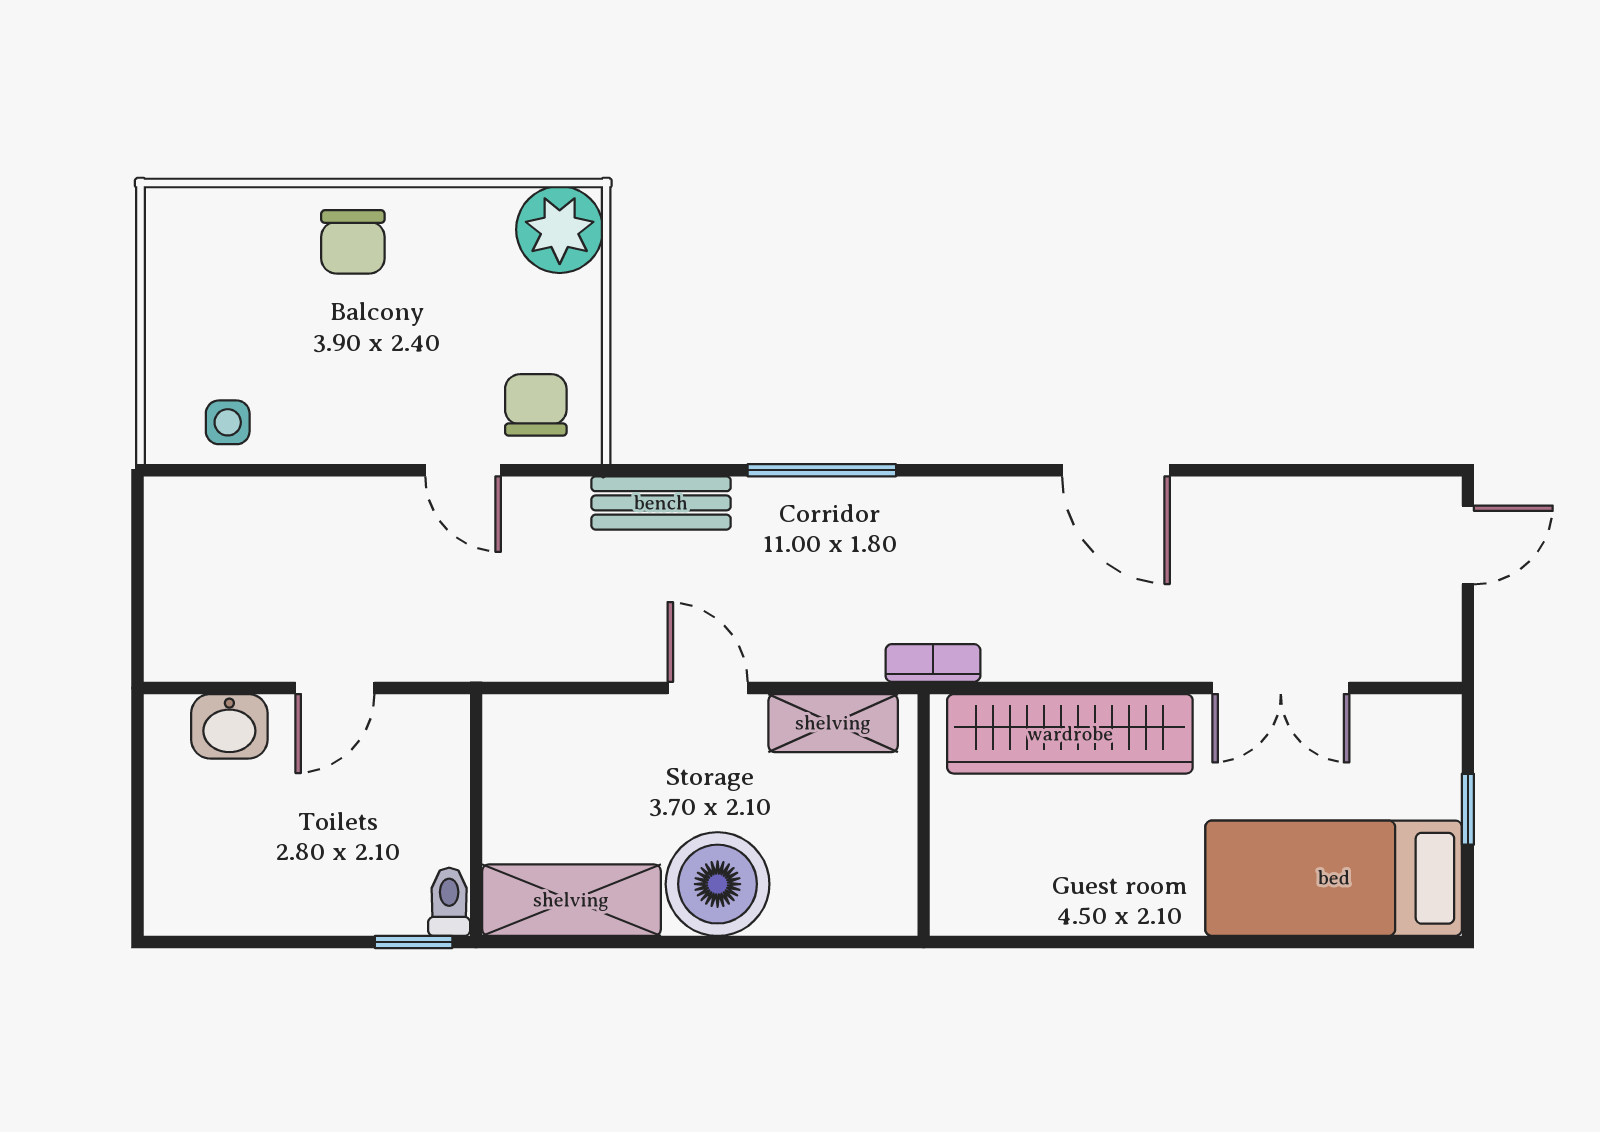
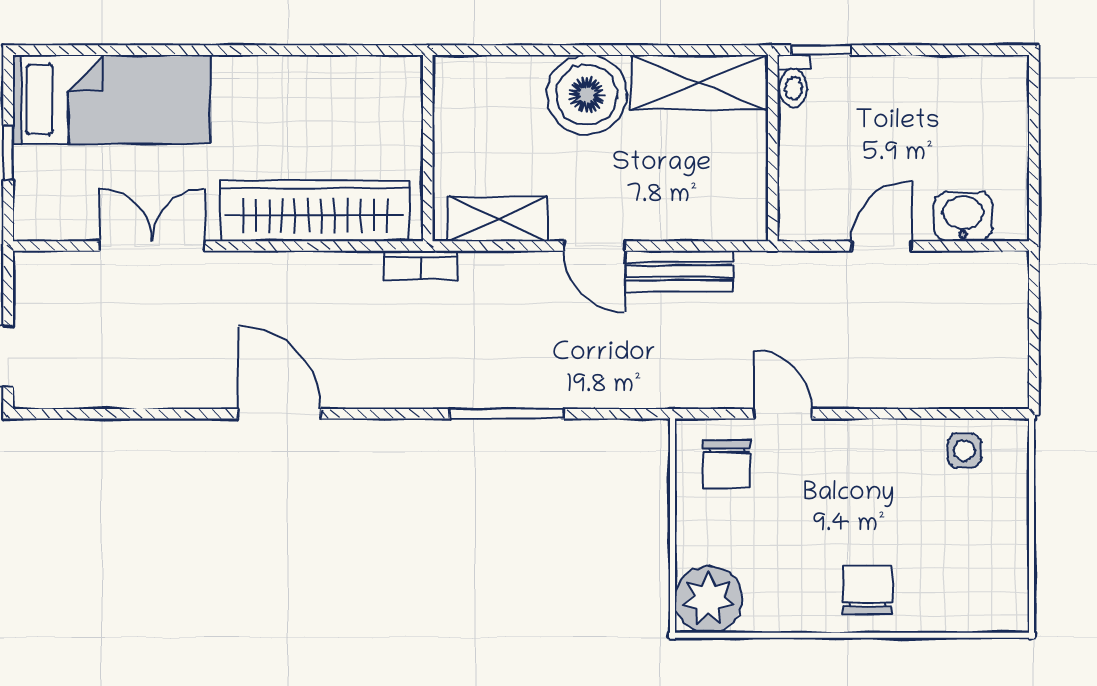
bench: (661, 503) -> (679, 271), moved

